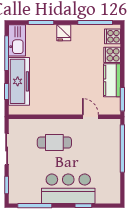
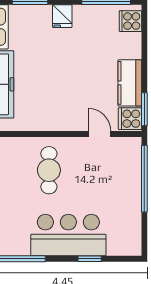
cooker: (112, 55) -> (130, 119), moved
cafe table: (54, 143) -> (49, 170), turned 90

